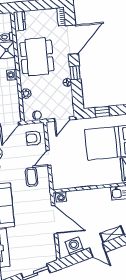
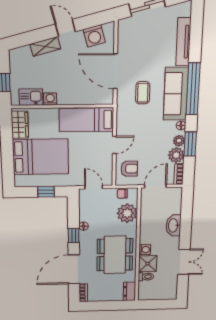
washing machine: (12, 75) -> (145, 250), moved
plant: (26, 94) -> (127, 213), width x1.87, depth x1.87
door: (62, 119) -> (94, 187), hinge flipped
coffee table: (32, 177) -> (143, 93), moved
bed: (74, 178) -> (86, 120), added
washing machine: (61, 197) -> (50, 99), moved

